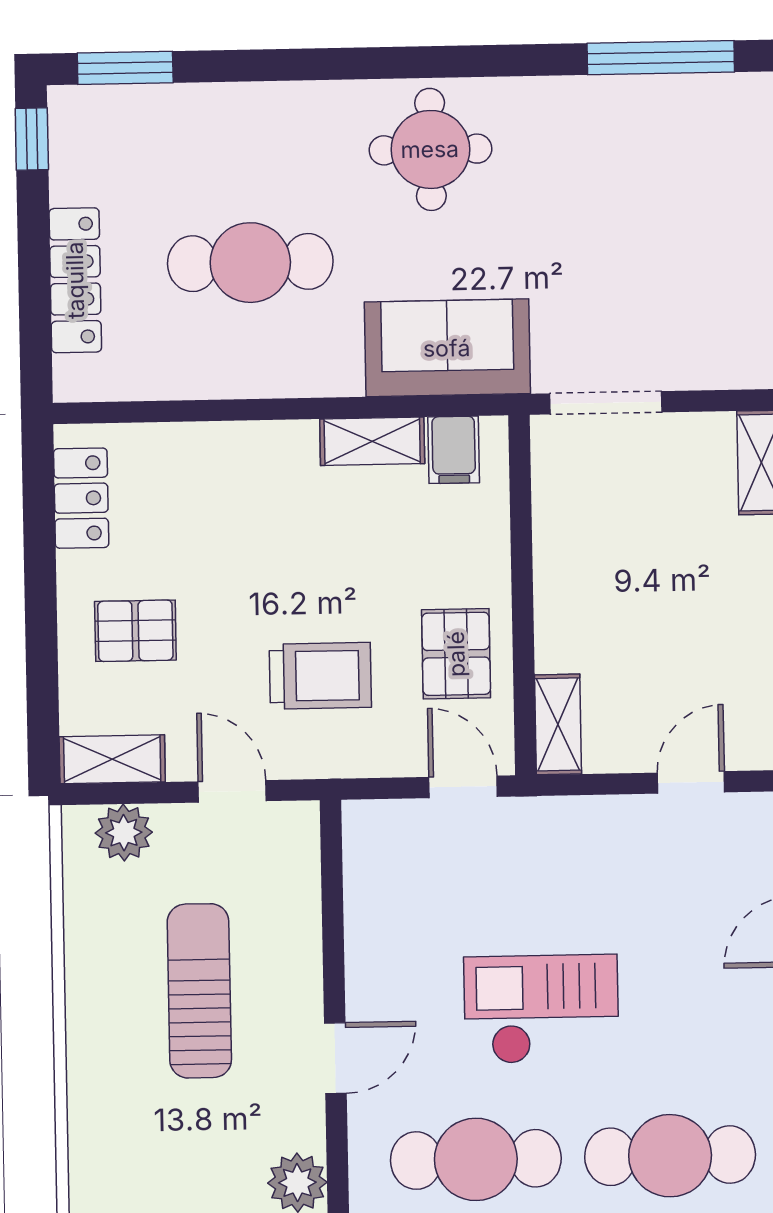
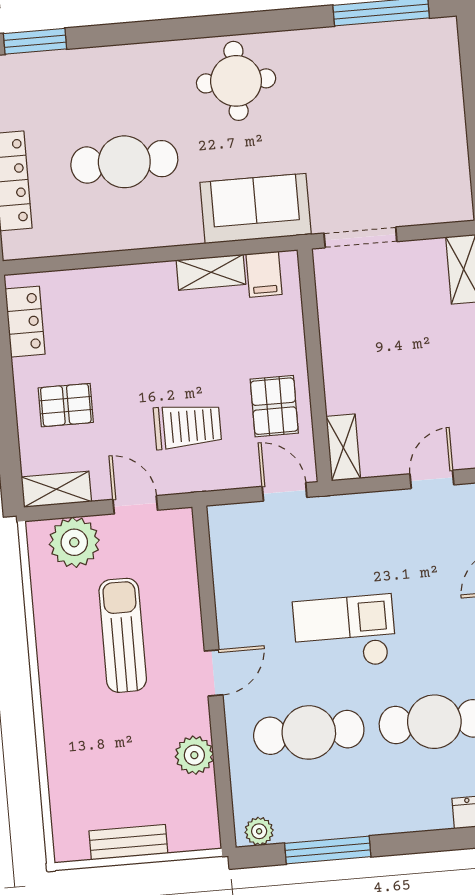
plant: (124, 833) -> (74, 542), width x1.36, depth x1.36

